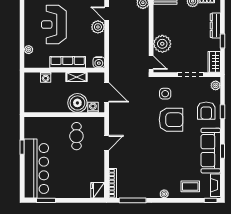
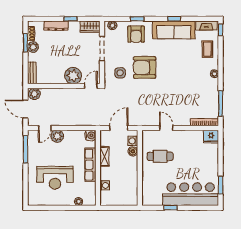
boiler: (77, 103) -> (133, 151), width x0.54, depth x0.54
armchair: (206, 111) -> (136, 34), turned 90
armchair: (171, 120) -> (145, 67), turned -90

